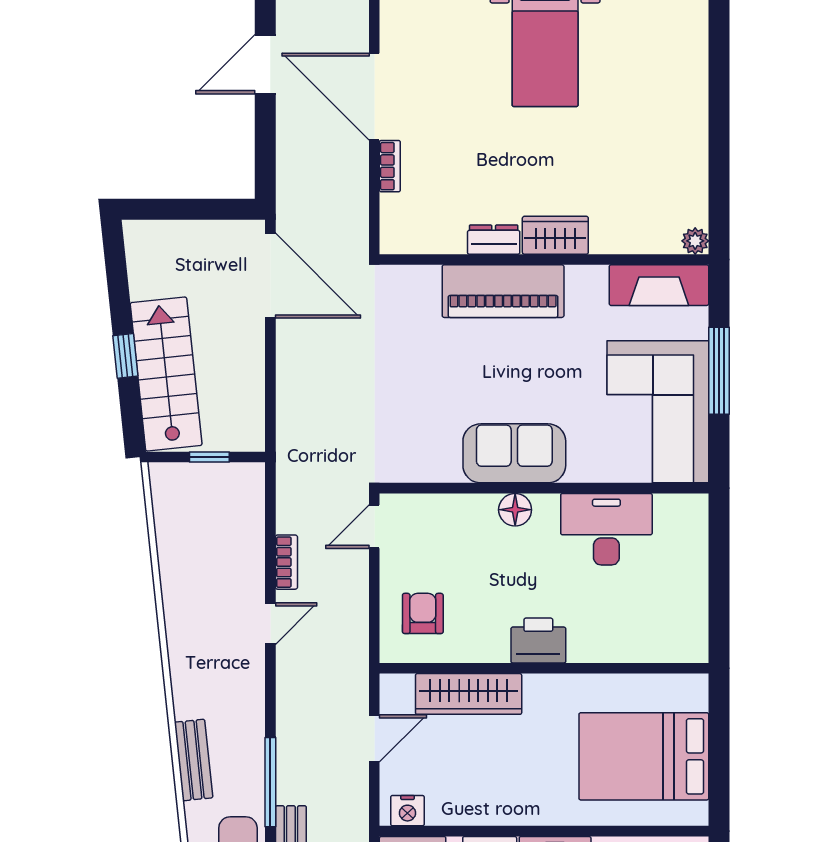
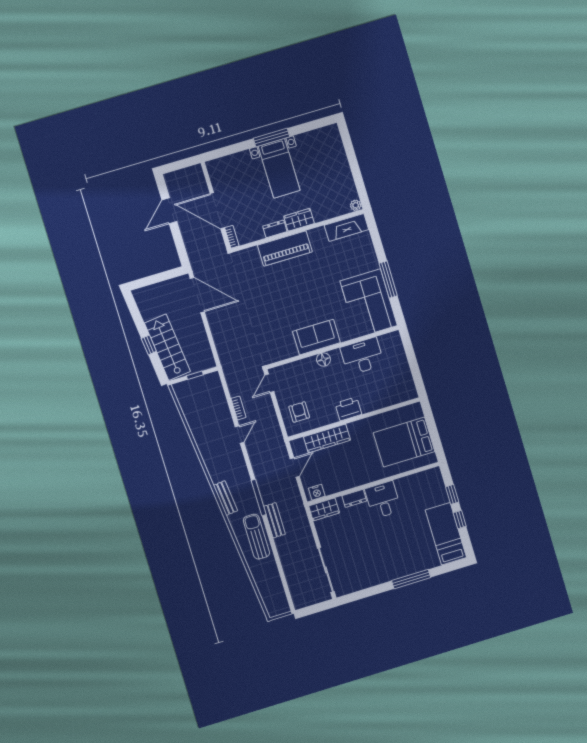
wardrobe: (555, 235) -> (299, 220), moved
dresser: (494, 240) -> (275, 229), moved
plant: (695, 241) -> (356, 205), moved
wall: (544, 260) -> (297, 231), moved
fireplace: (659, 285) -> (346, 227), moved
piano: (503, 291) -> (285, 248), moved

